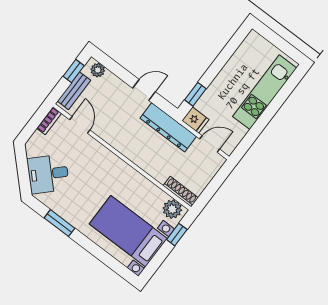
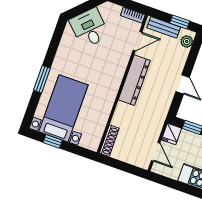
dresser: (168, 127) -> (134, 80), moved, turned 180
plant: (172, 209) -> (93, 138), removed
window: (59, 223) -> (42, 79), moved
window: (177, 235) -> (53, 141), moved

